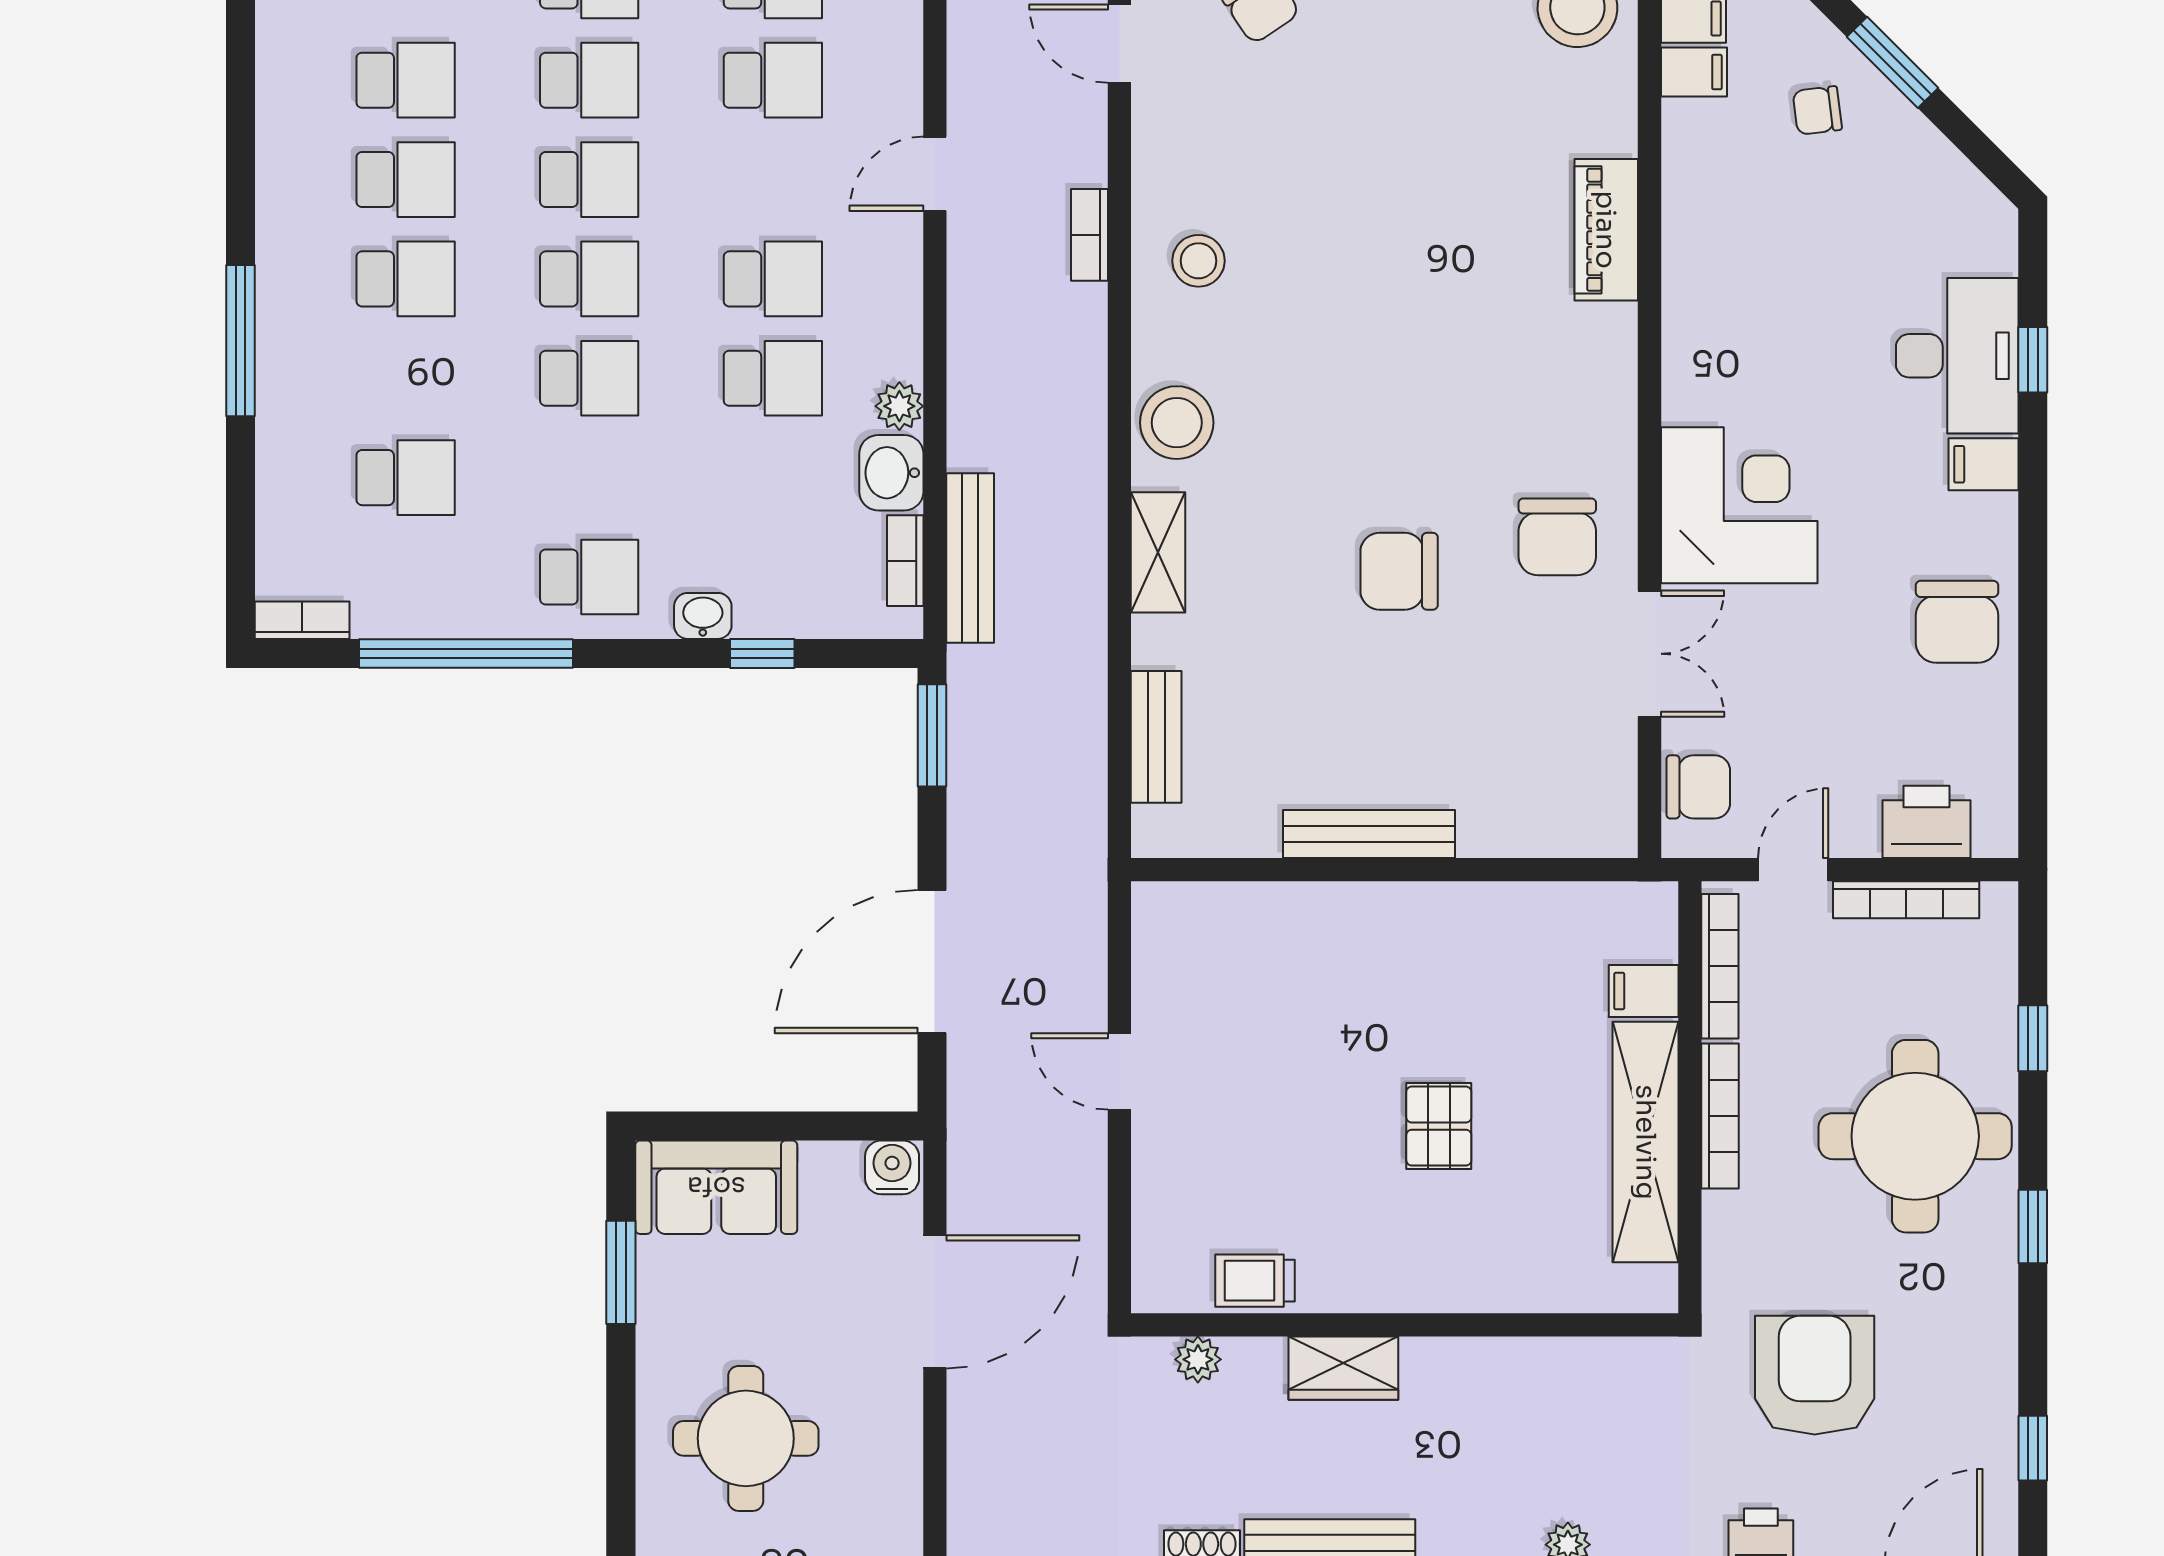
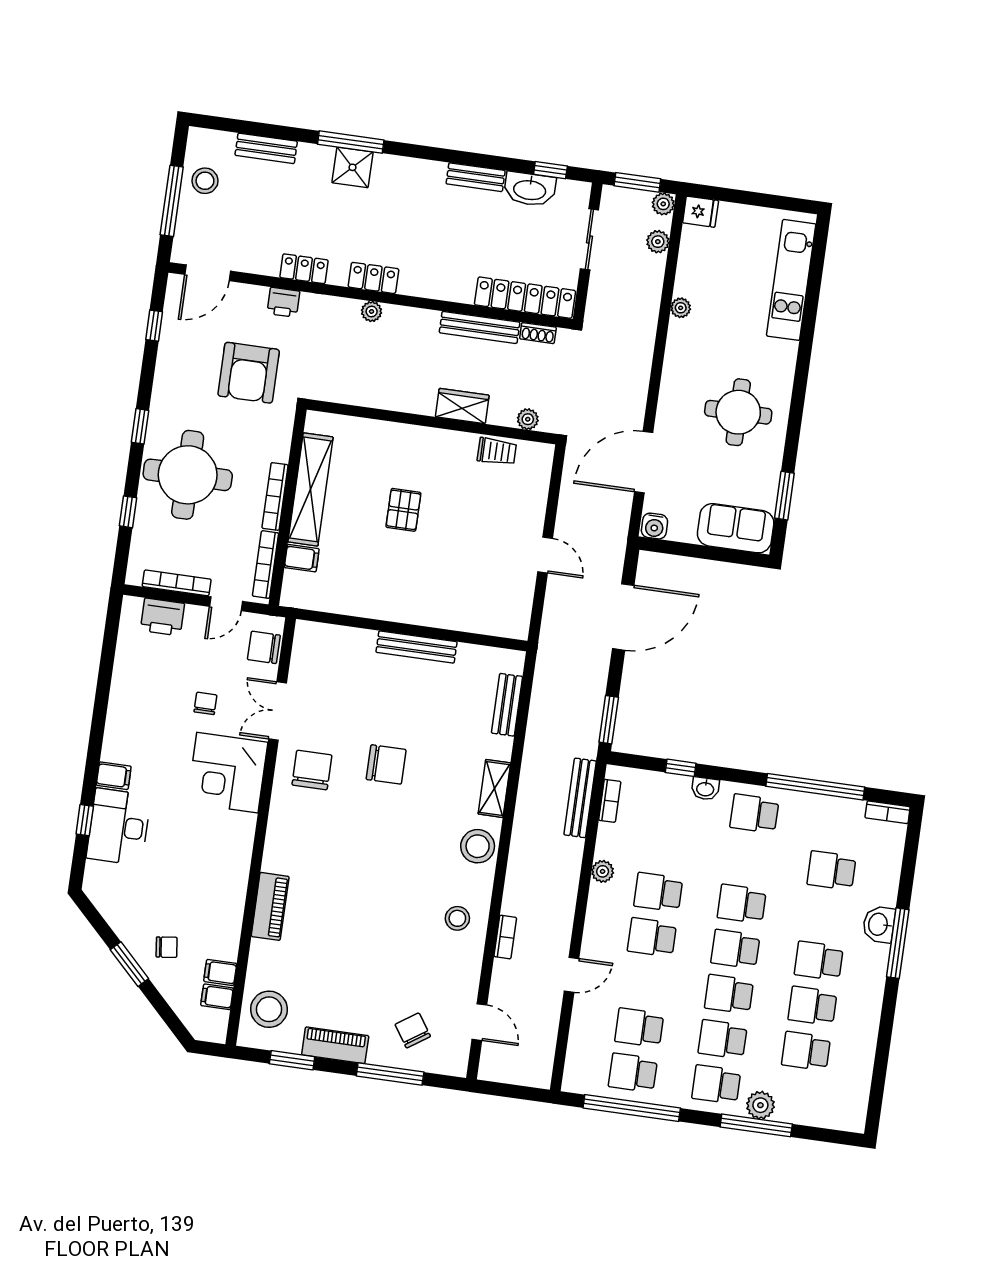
washbasin: (891, 473) -> (879, 924), moved, turned 180
chair: (1957, 622) -> (205, 703), moved, width x0.54, depth x0.54

